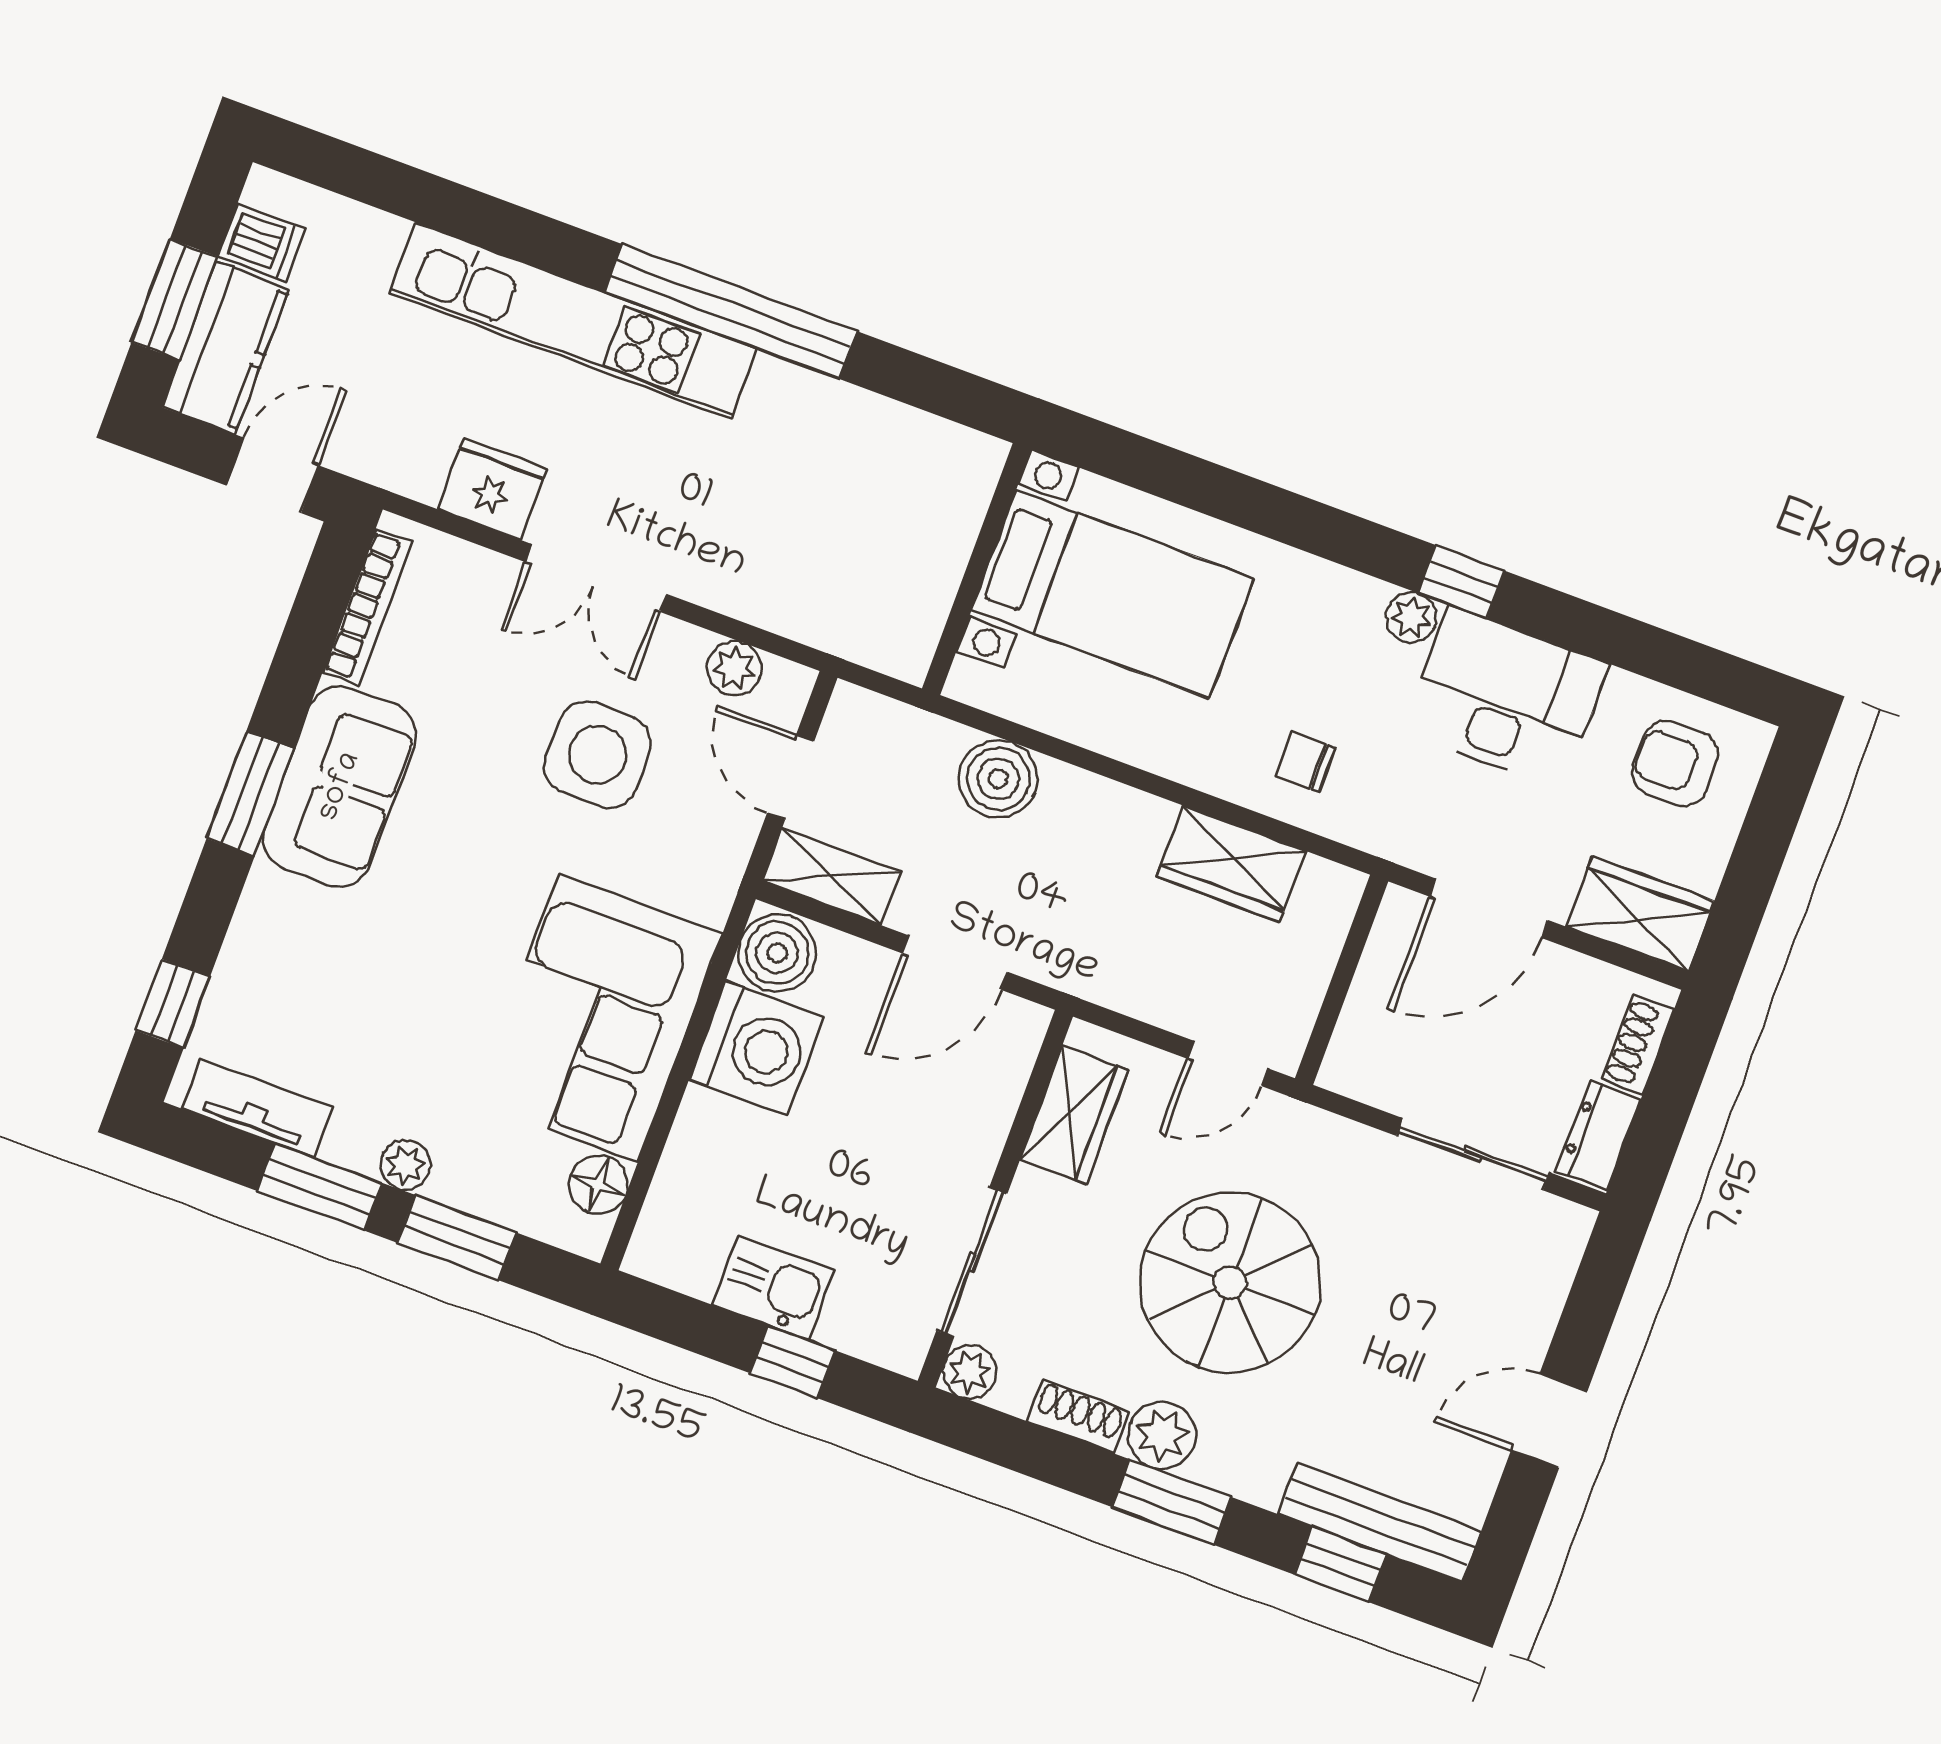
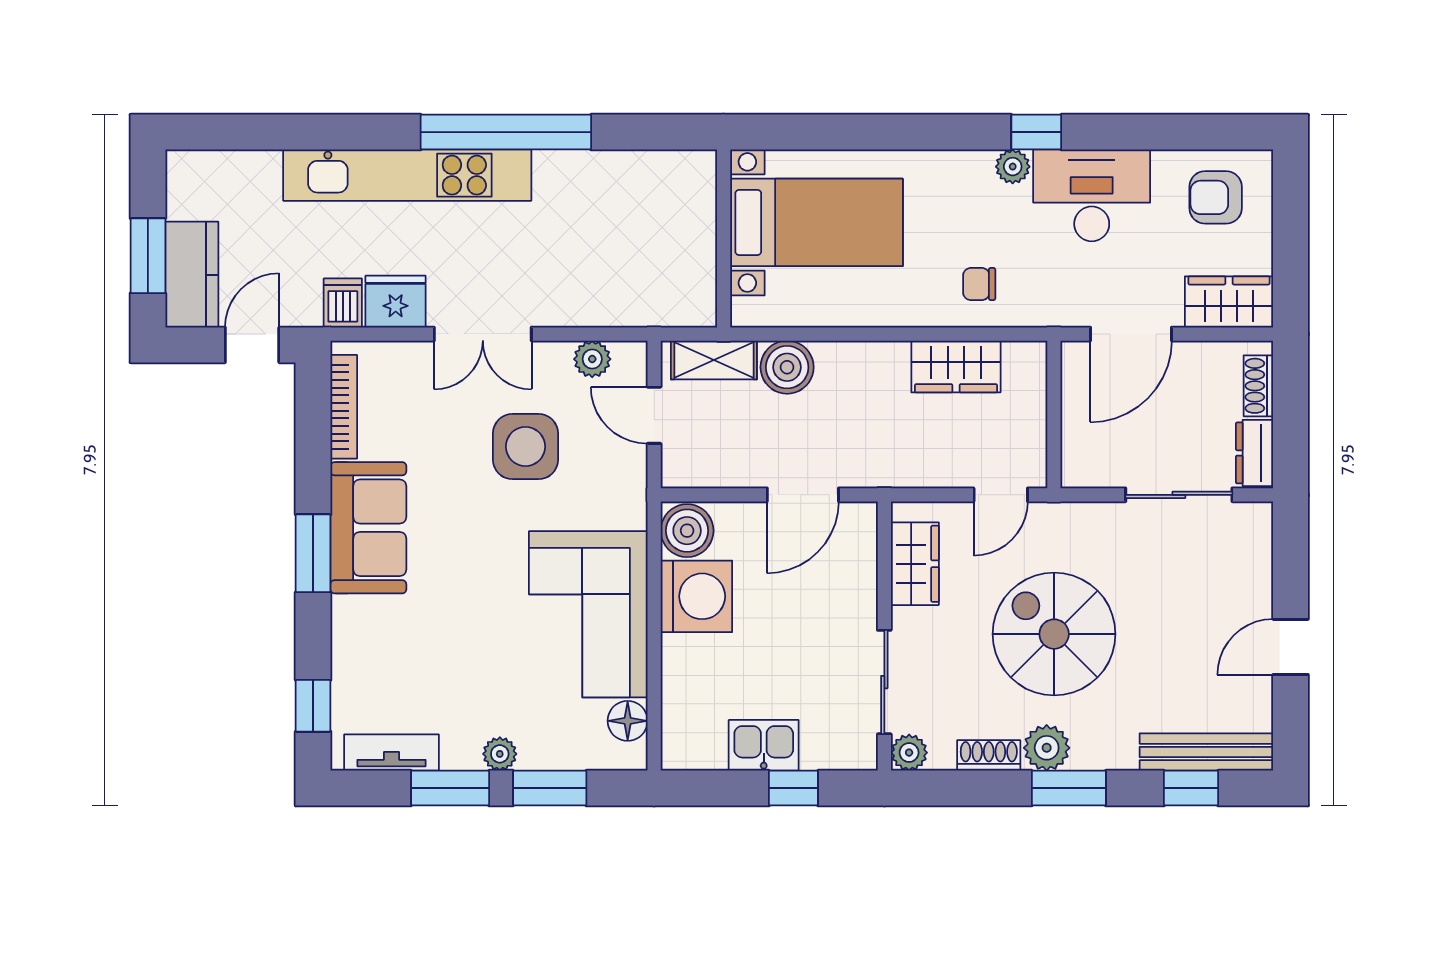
dishwasher: (261, 243) -> (343, 303), moved, turned -90
shelving: (832, 876) -> (714, 360), moved

